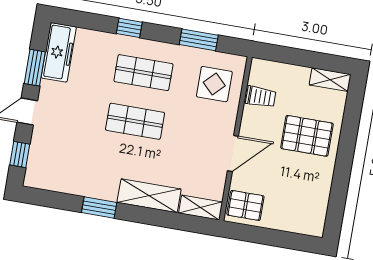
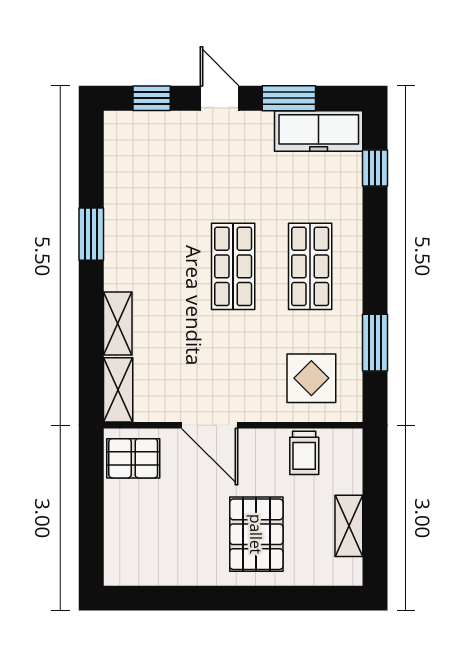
window: (129, 28) -> (375, 168), moved
shelving: (330, 80) -> (349, 526), moved
shelving: (149, 196) -> (118, 323), width x0.67, depth x0.75
pallet: (245, 205) -> (133, 458), turned 90

